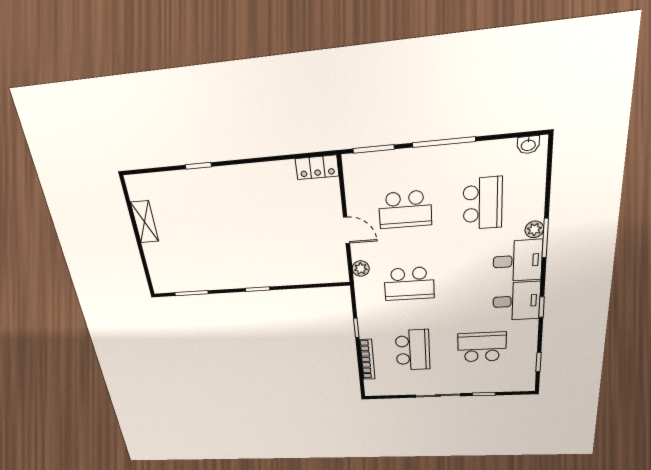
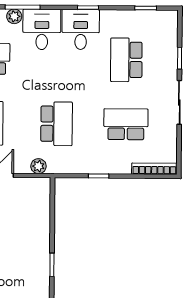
bookcase: (367, 359) -> (154, 169), moved

